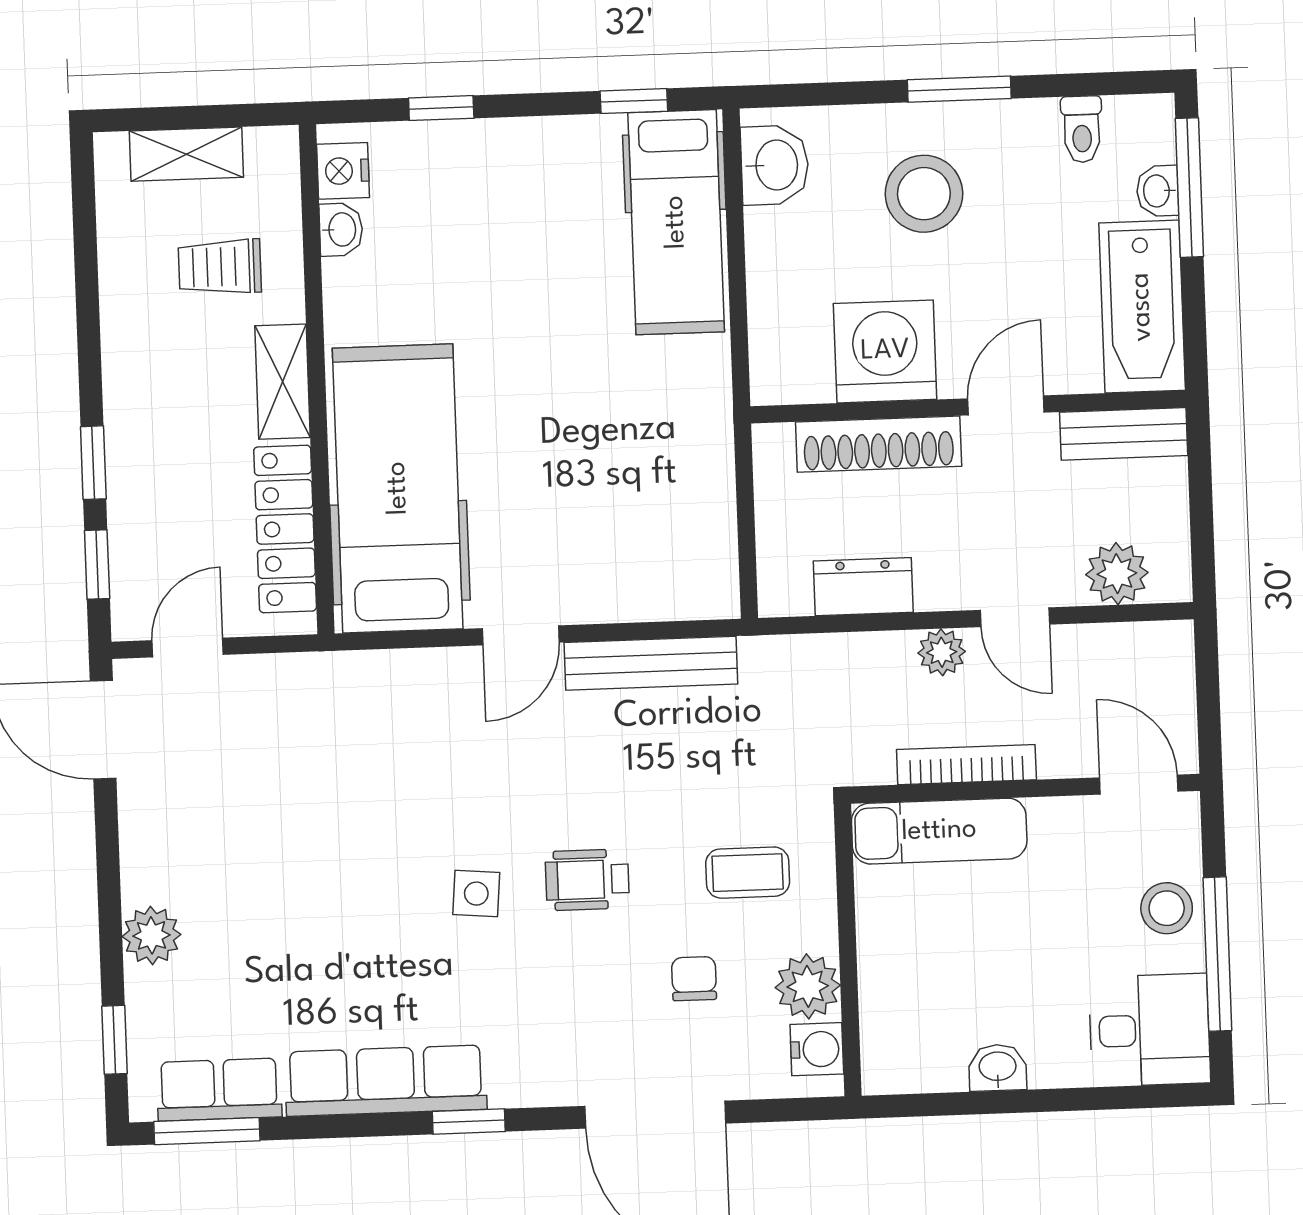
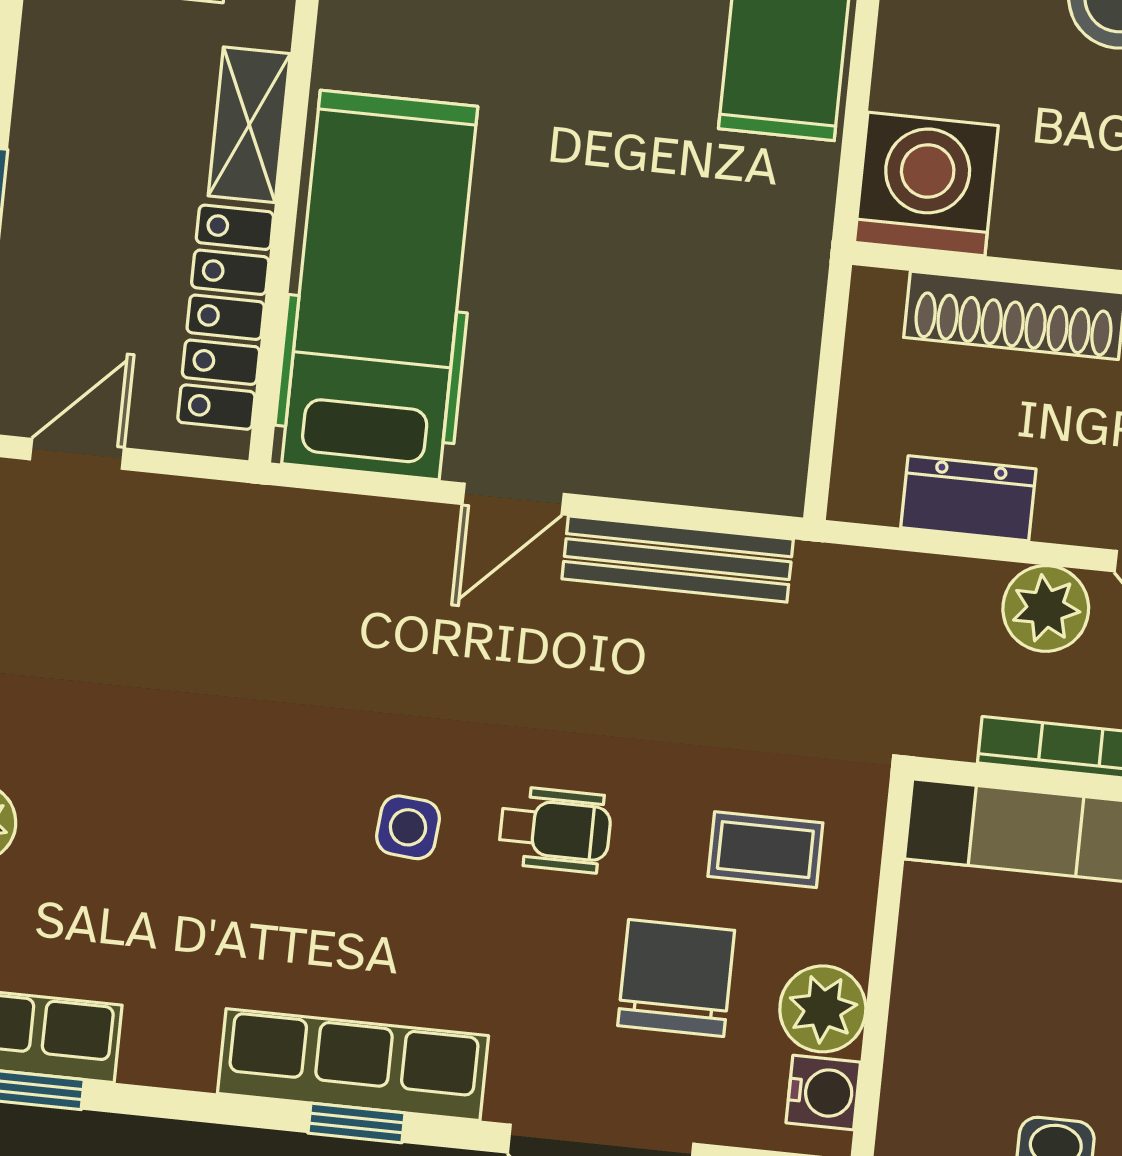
washing machine: (885, 351) -> (926, 184), moved
plant: (942, 652) -> (1046, 608), width x1.38, depth x1.38
wheelchair: (587, 880) -> (555, 830), turned 180
chair: (694, 979) -> (676, 978), width x1.87, depth x1.87
row of seats: (386, 1081) -> (353, 1065), moved

